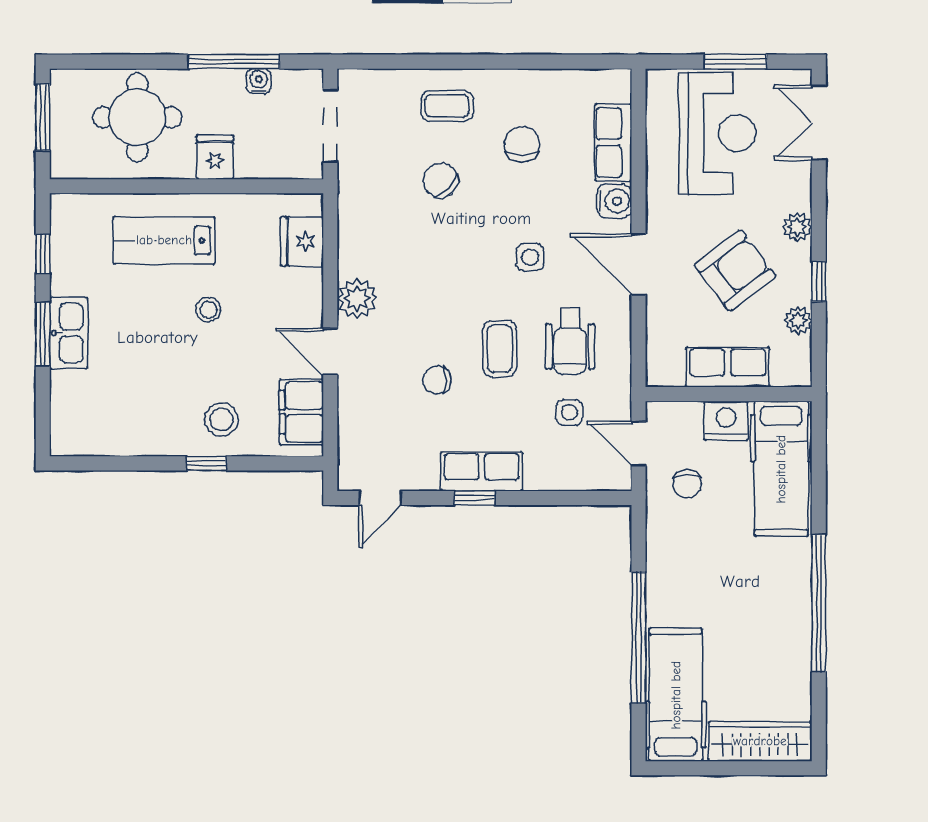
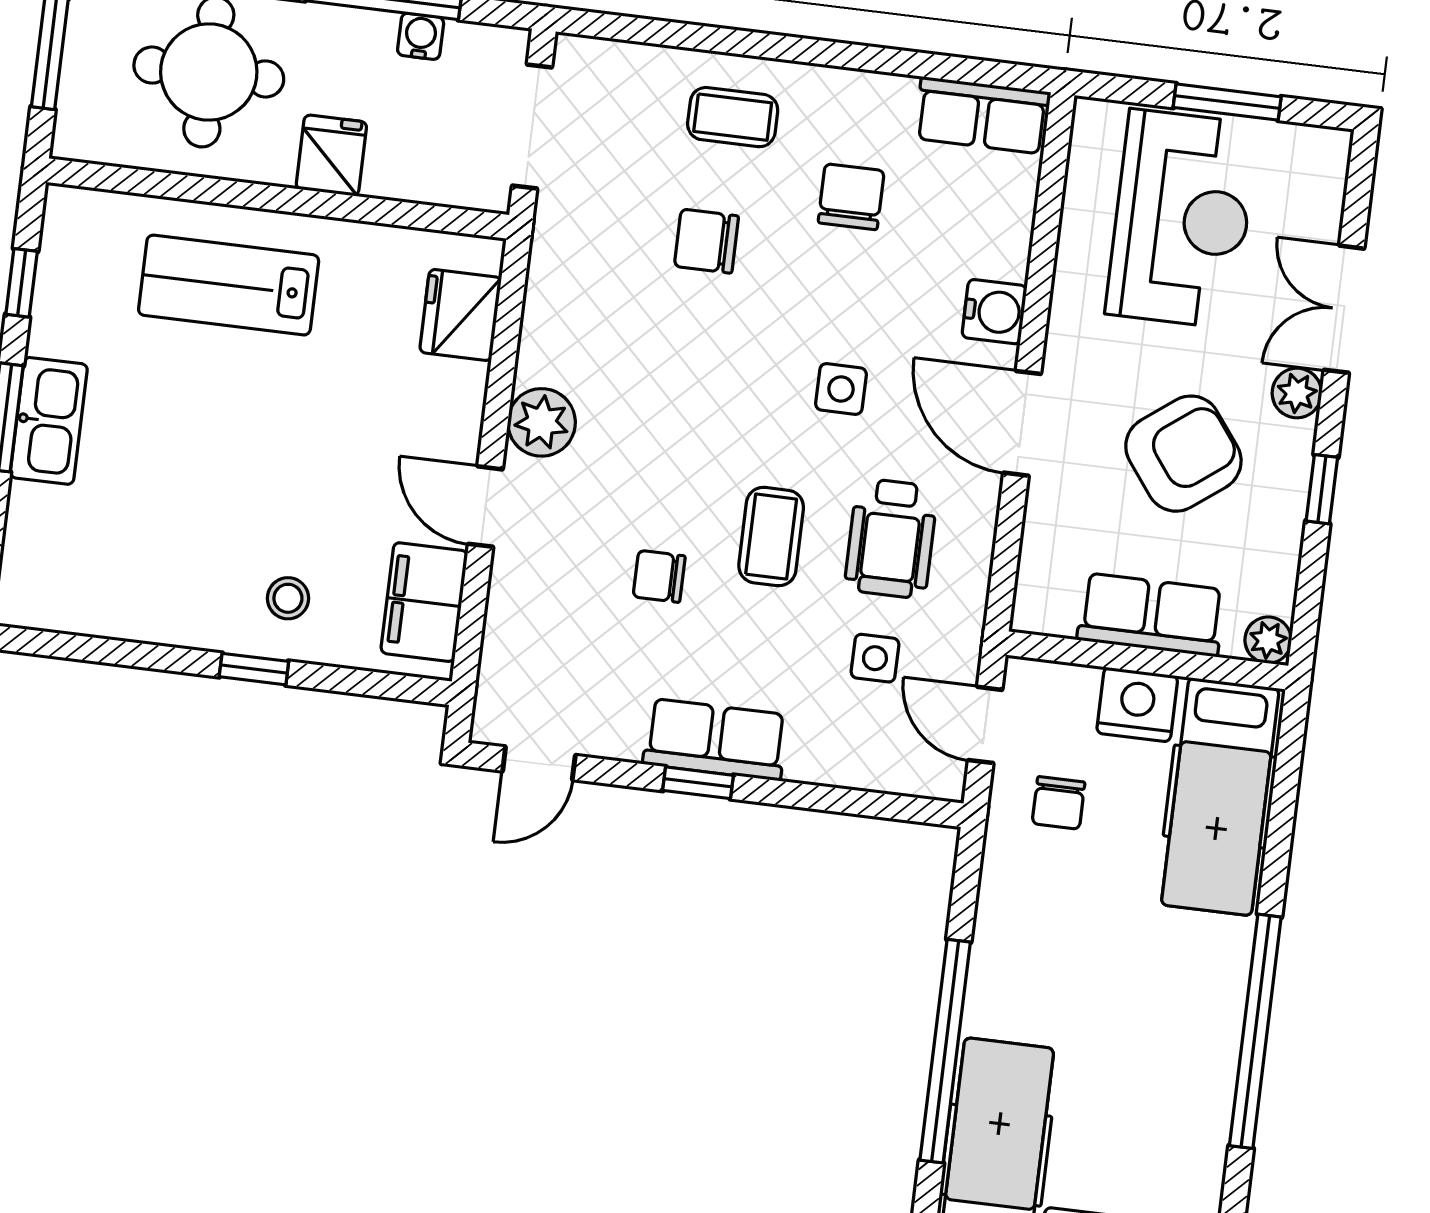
double door: (819, 123) -> (1344, 309), moved
row of seats: (613, 142) -> (982, 115), moved, turned -90
chair: (441, 180) -> (706, 241), turned -44
stool: (208, 310) -> (289, 411), removed
plant: (798, 321) -> (1268, 640), moved
stool: (221, 420) -> (288, 598), width x0.73, depth x0.73

